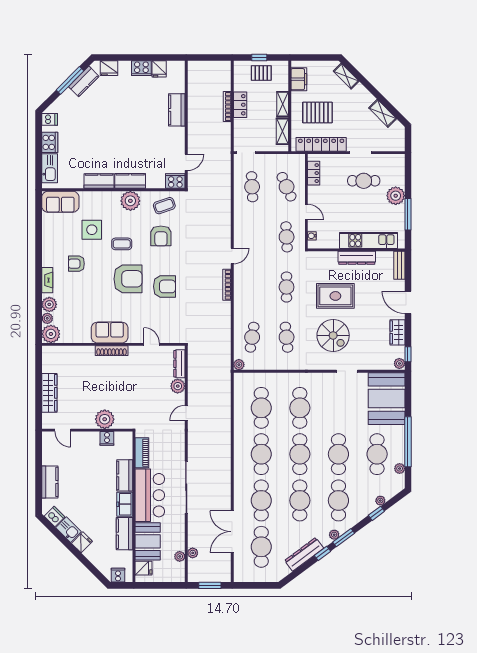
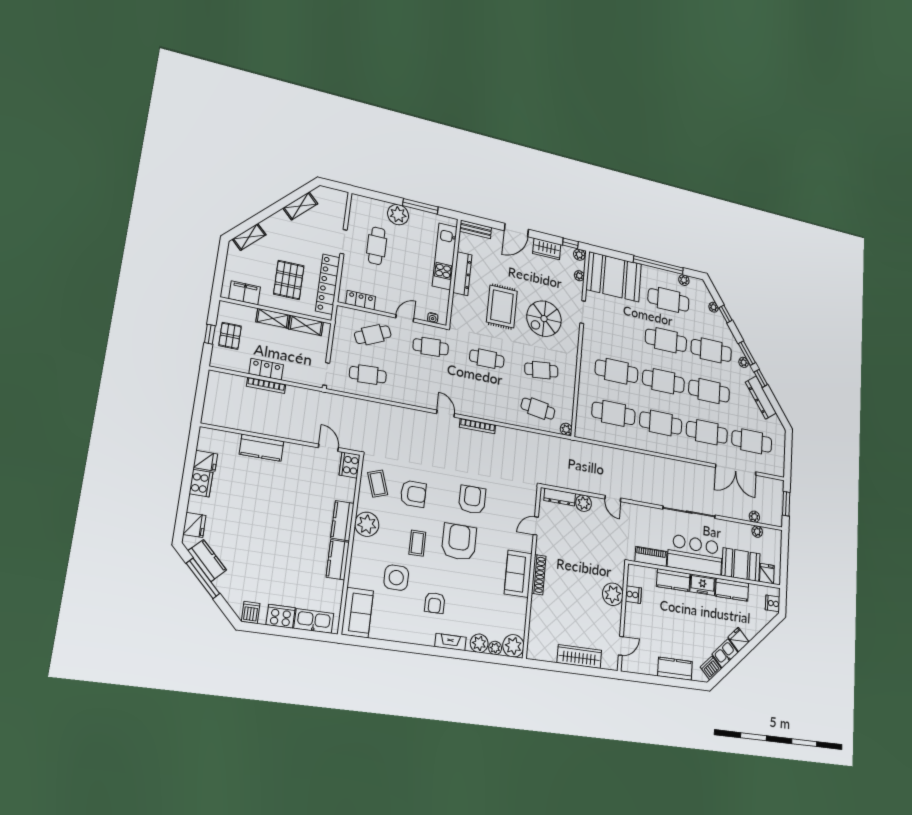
spiral stairs: (333, 335) -> (544, 319), turned 180
plant: (380, 365) -> (579, 276), added

